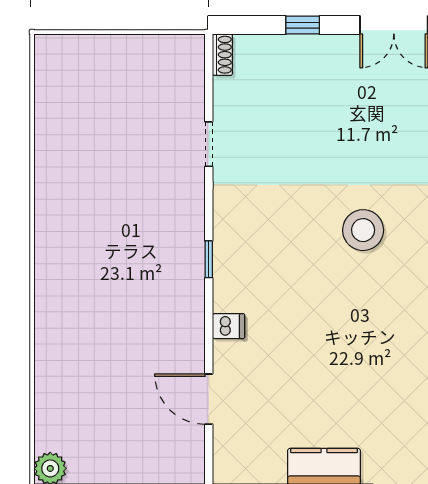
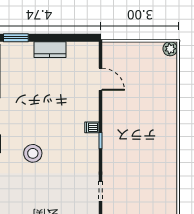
dishwasher: (228, 326) -> (92, 127), moved

